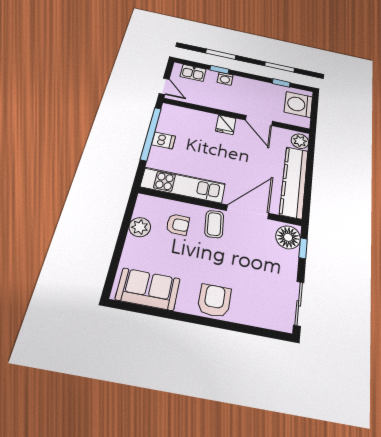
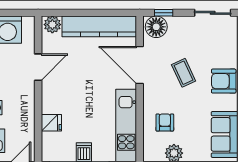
fridge: (226, 125) -> (51, 123), moved
coffee table: (214, 224) -> (184, 73), moved, turned 71

